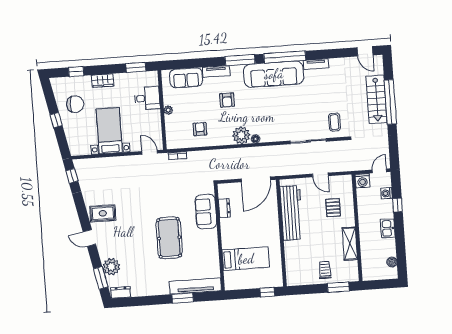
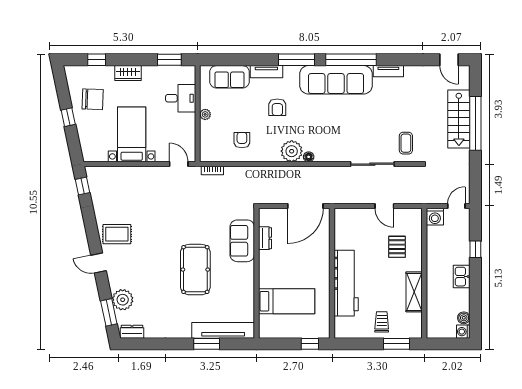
washing machine: (387, 193) -> (463, 332), moved
workbench: (292, 213) -> (346, 283), moved

